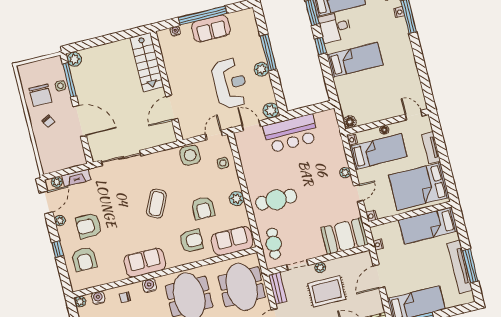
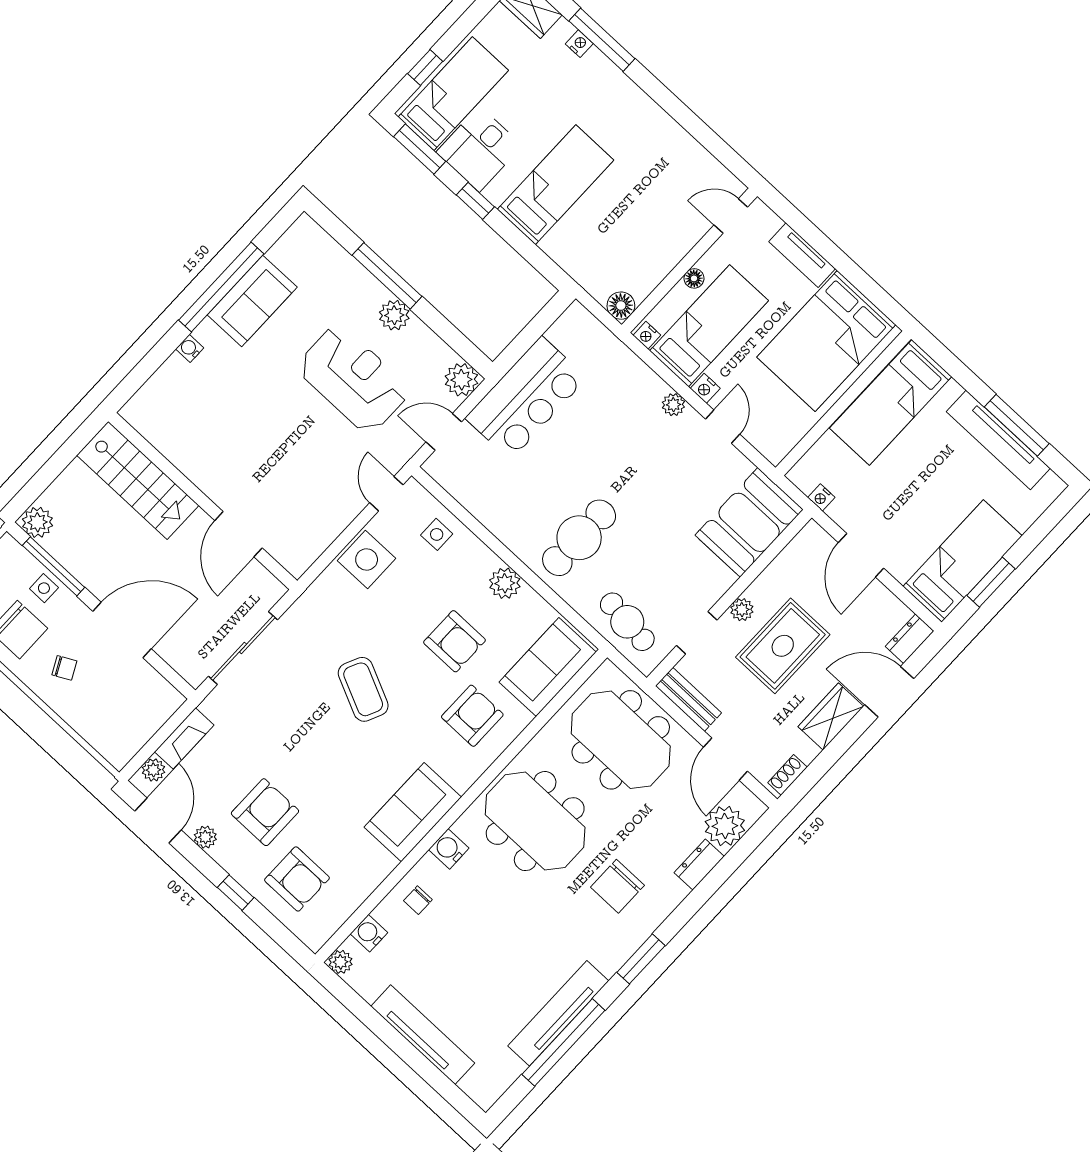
stairs: (147, 62) -> (138, 480), moved
wall: (166, 86) -> (203, 501), moved
door: (172, 108) -> (238, 534), moved
nightstand: (372, 216) -> (705, 388), moved
armchair: (89, 226) -> (265, 812), turned 180

